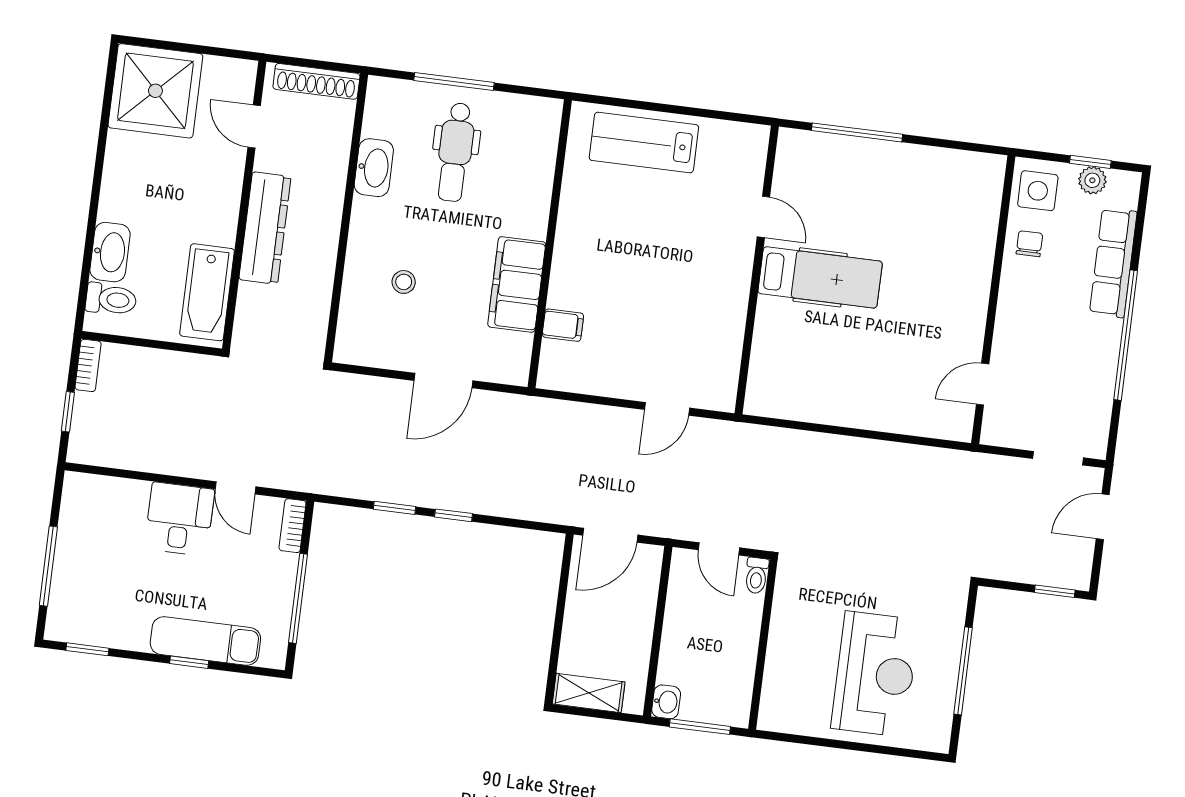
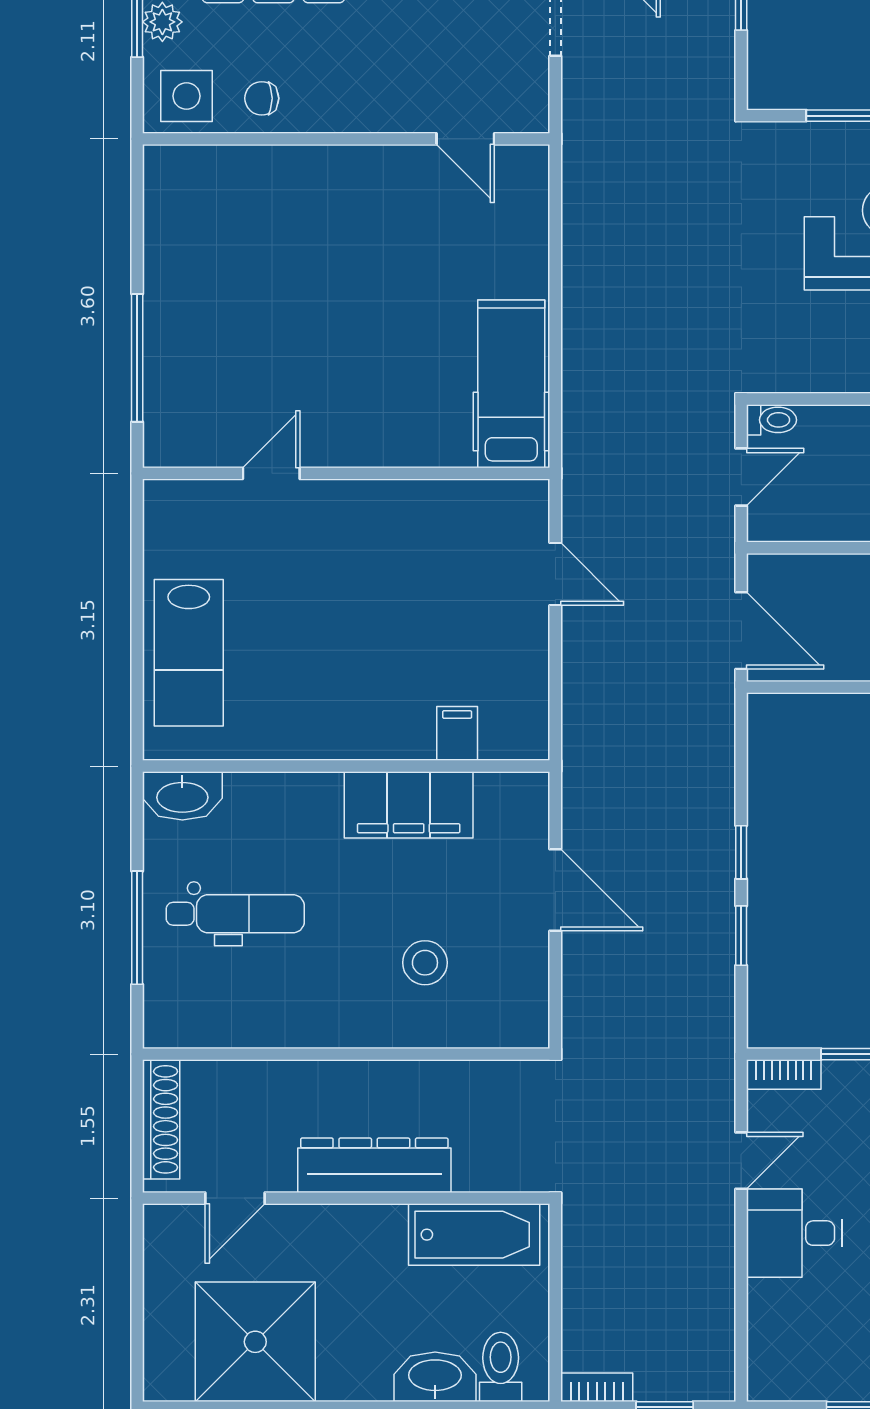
shower: (155, 91) -> (255, 1342), moved
washbasin: (374, 168) -> (182, 796), moved, turned 180
hospital bed: (820, 277) -> (511, 384), moved
stool: (404, 282) -> (425, 963), width x1.37, depth x1.37

